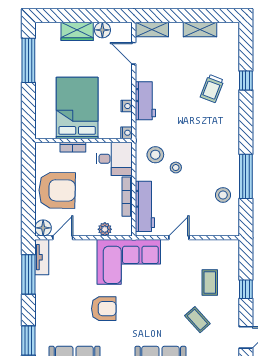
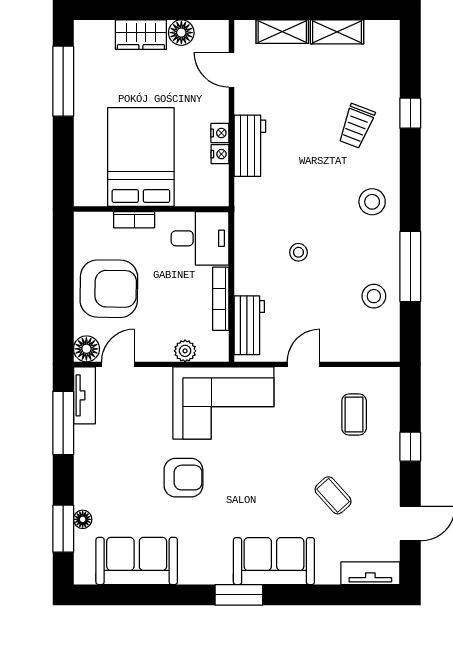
shelving: (152, 29) -> (282, 32), moved
nightstand: (127, 133) -> (220, 133), moved
stool: (155, 155) -> (372, 202), moved
workbench: (145, 206) -> (249, 325), width x0.73
coffee table: (210, 283) -> (354, 414), moved
floor lamp: (41, 335) -> (83, 519), added

